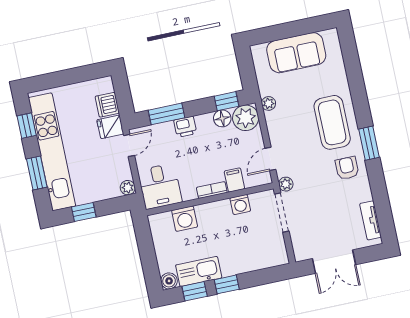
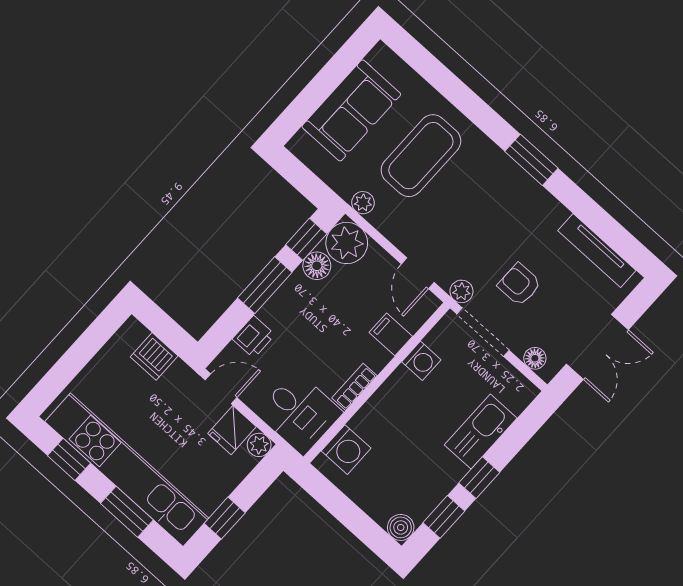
window: (167, 114) -> (265, 285), moved
coffee table: (332, 122) -> (421, 156), moved, turned 90
fridge: (110, 127) -> (232, 430), moved
printer: (185, 127) -> (254, 337), moved
door: (129, 145) -> (221, 389), hinge flipped
armchair: (347, 168) -> (519, 284), moved
bookcase: (212, 190) -> (354, 387), moved
washing machine: (185, 219) -> (346, 450), moved
tv unit: (371, 220) -> (597, 251), width x1.41
floor lamp: (298, 245) -> (535, 358), added
kitchen sink: (199, 271) -> (481, 431), moved

